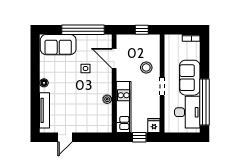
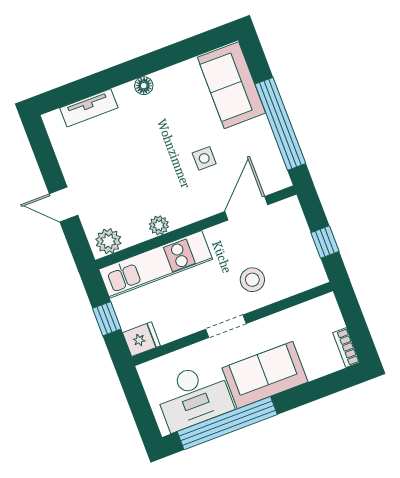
tv unit: (45, 110) -> (89, 108), width x0.71
plant: (106, 124) -> (108, 241), added
door: (65, 137) -> (64, 204), moved

